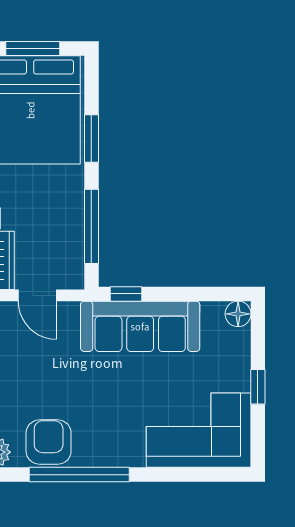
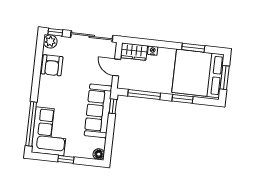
door: (37, 295) -> (117, 67), hinge flipped
armchair: (49, 442) -> (52, 65), turned 90
window: (79, 475) -> (31, 124), moved

